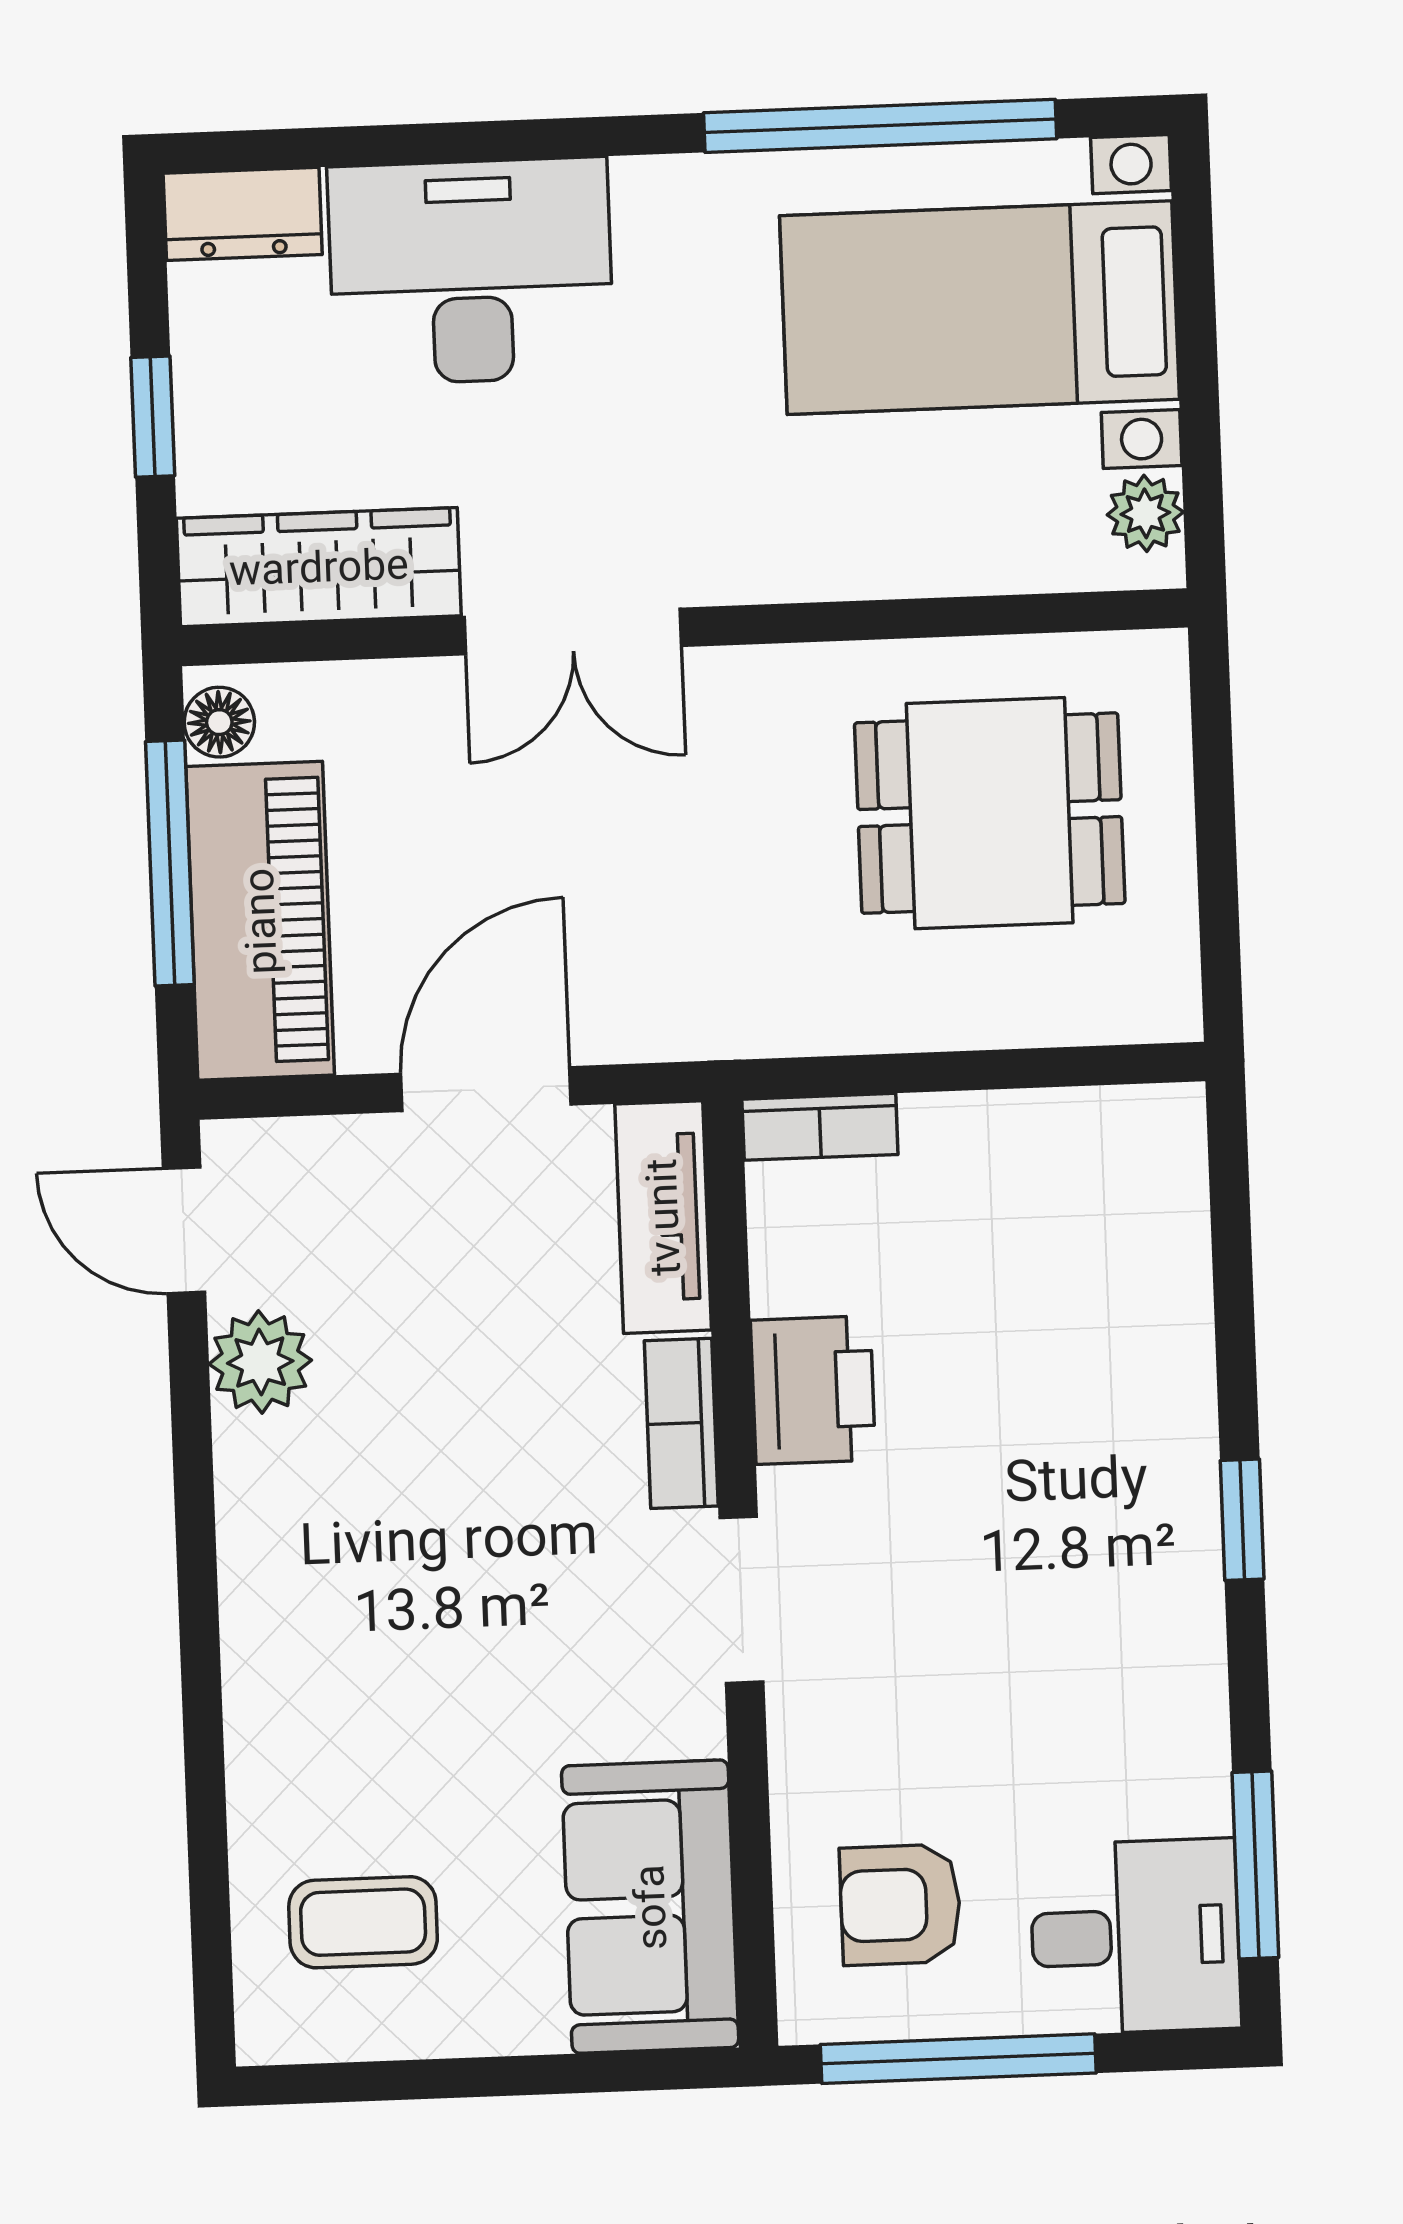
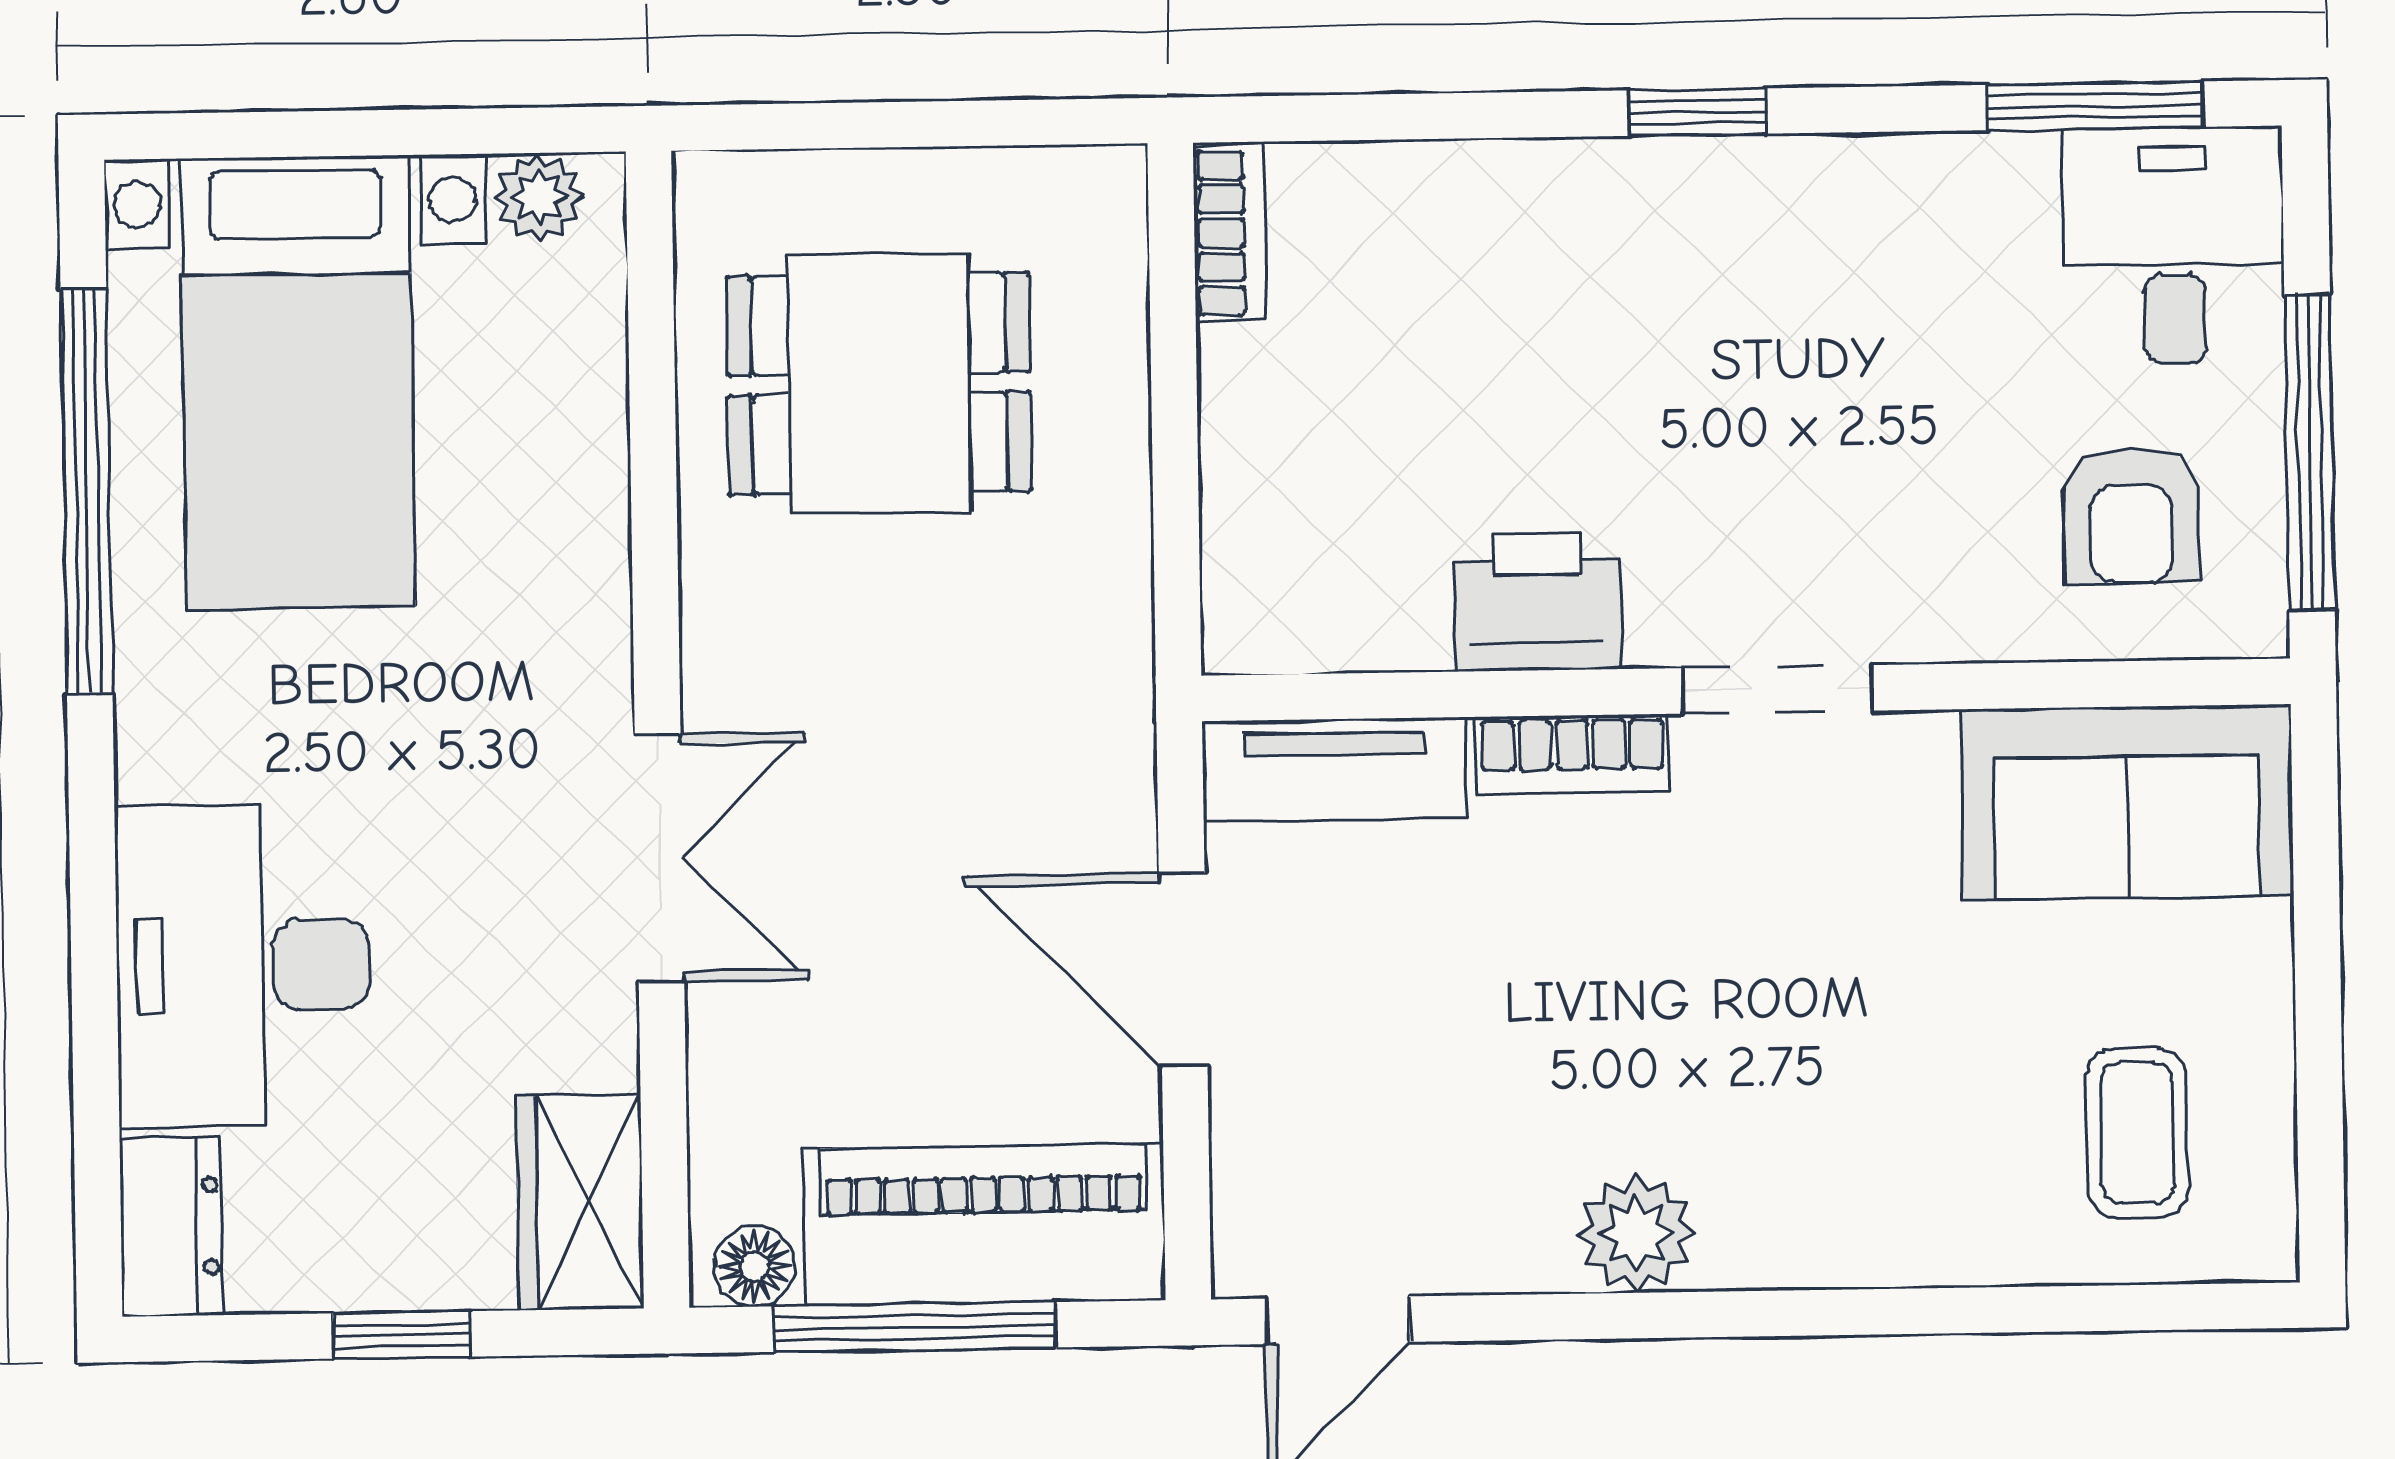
wardrobe: (319, 567) -> (580, 1202), width x0.67
dining table: (990, 813) -> (879, 384), turned 90
bookcase: (820, 1127) -> (1230, 233), moved
plant: (260, 1362) -> (1636, 1234), moved

